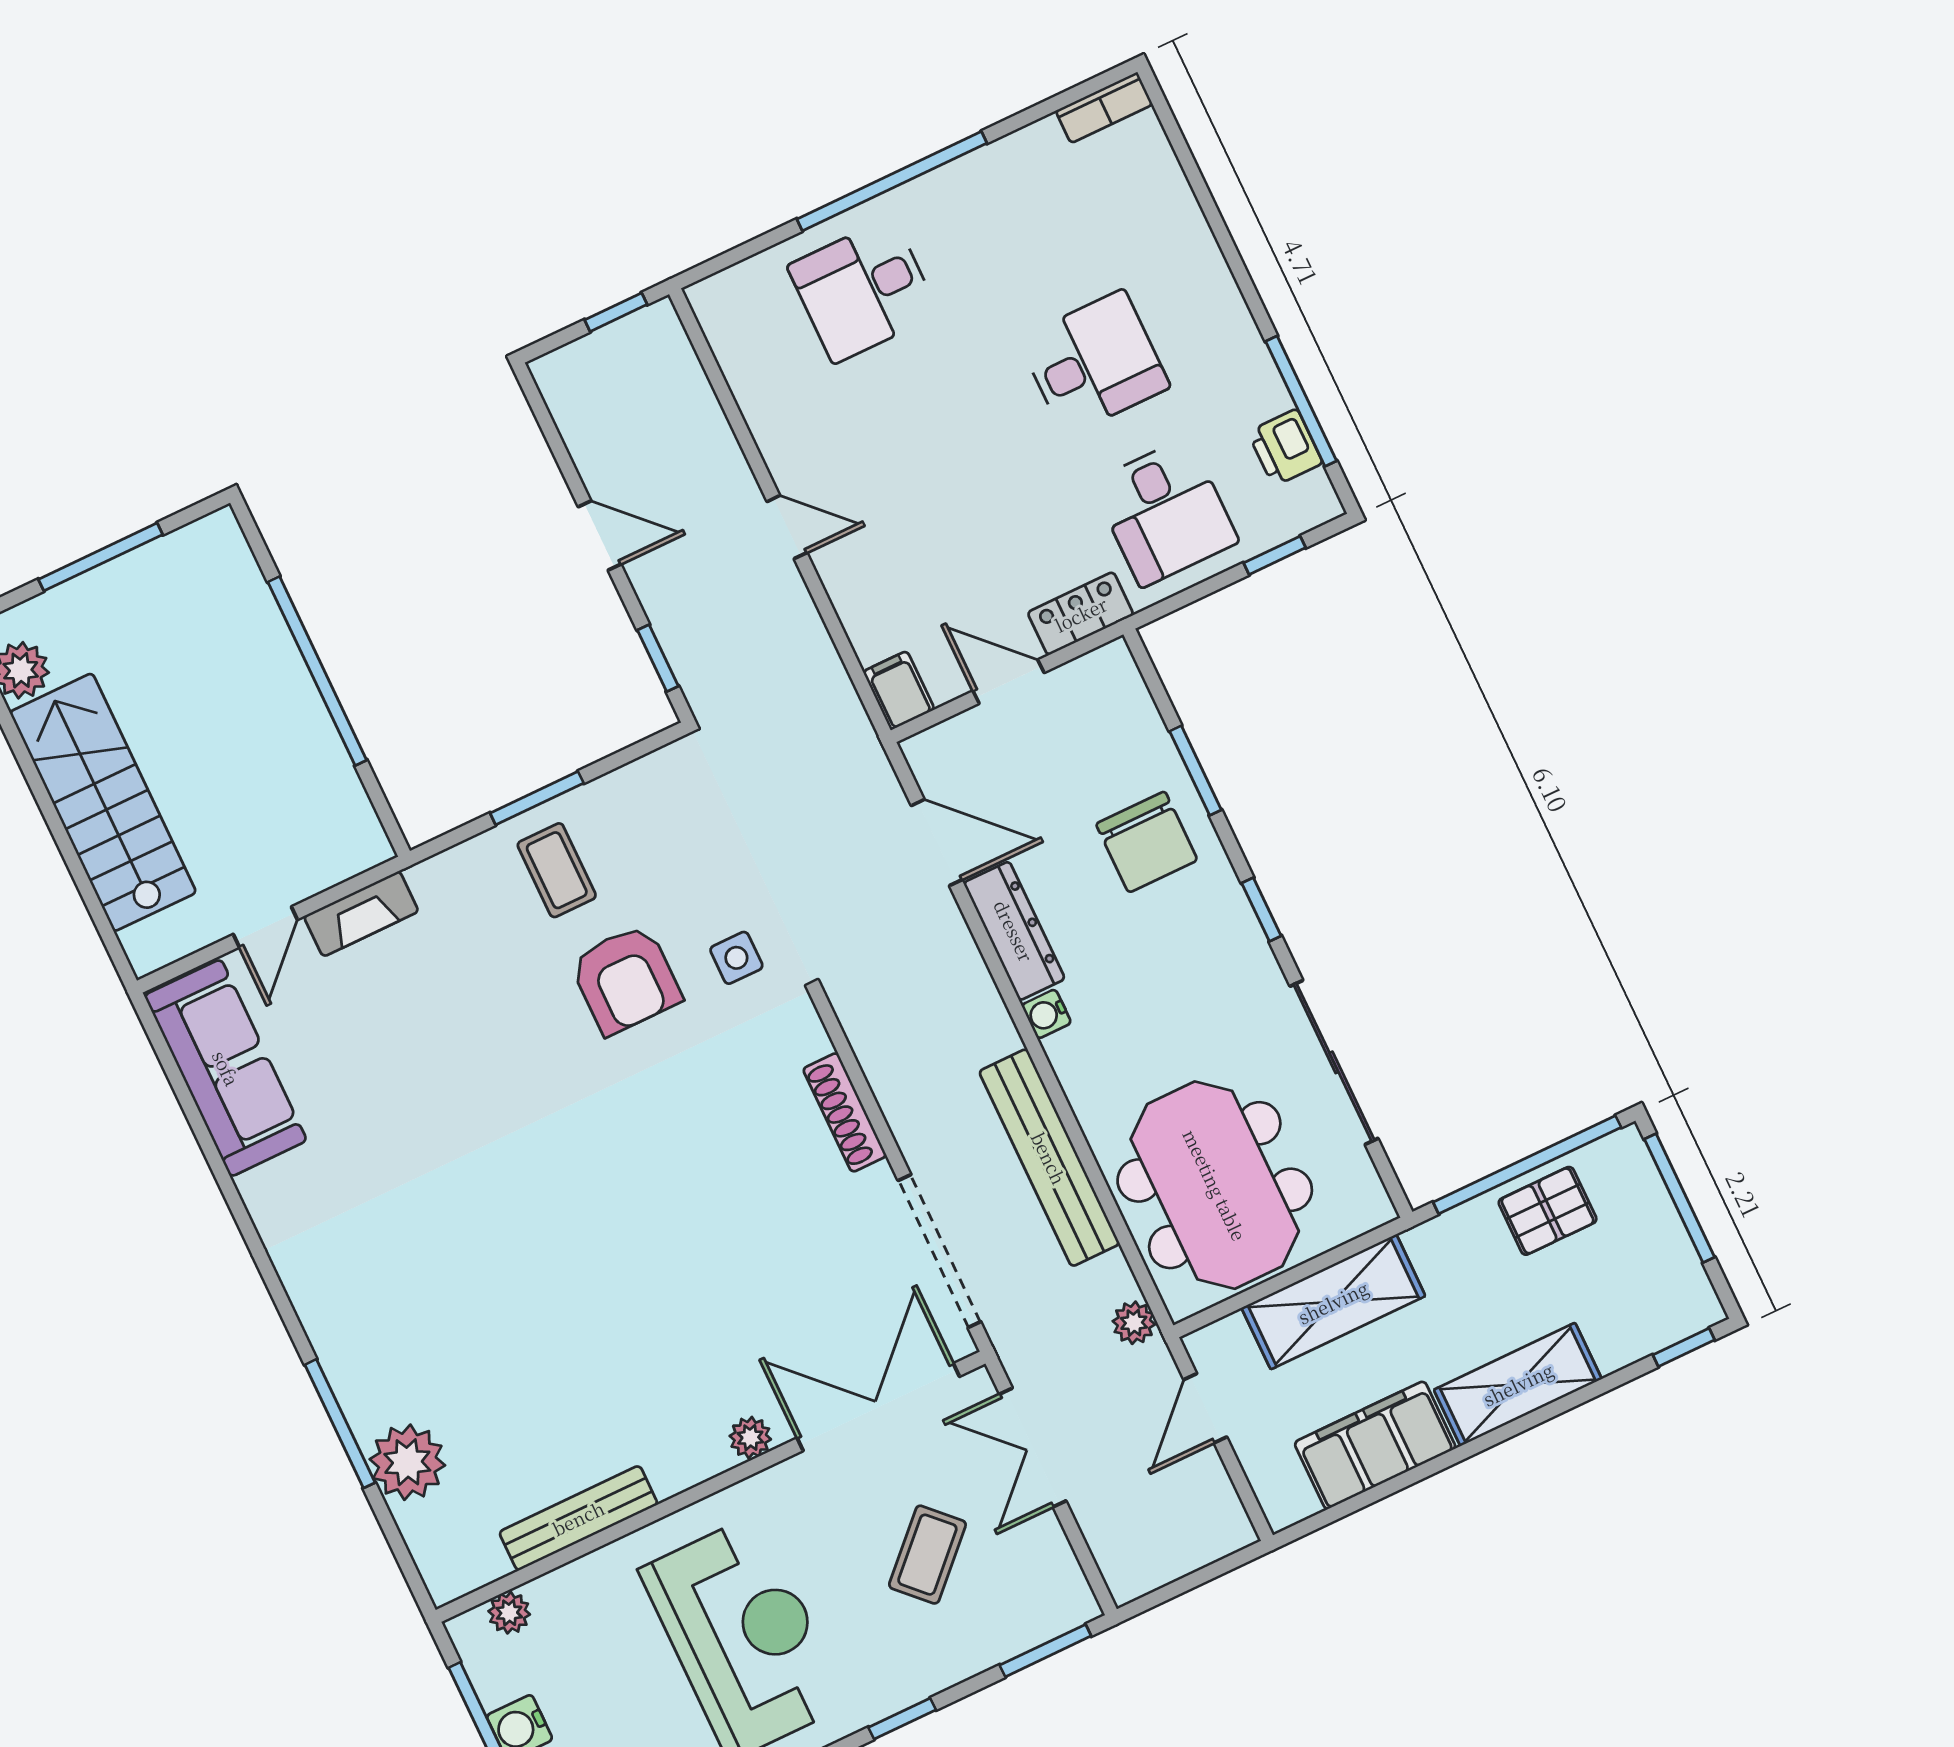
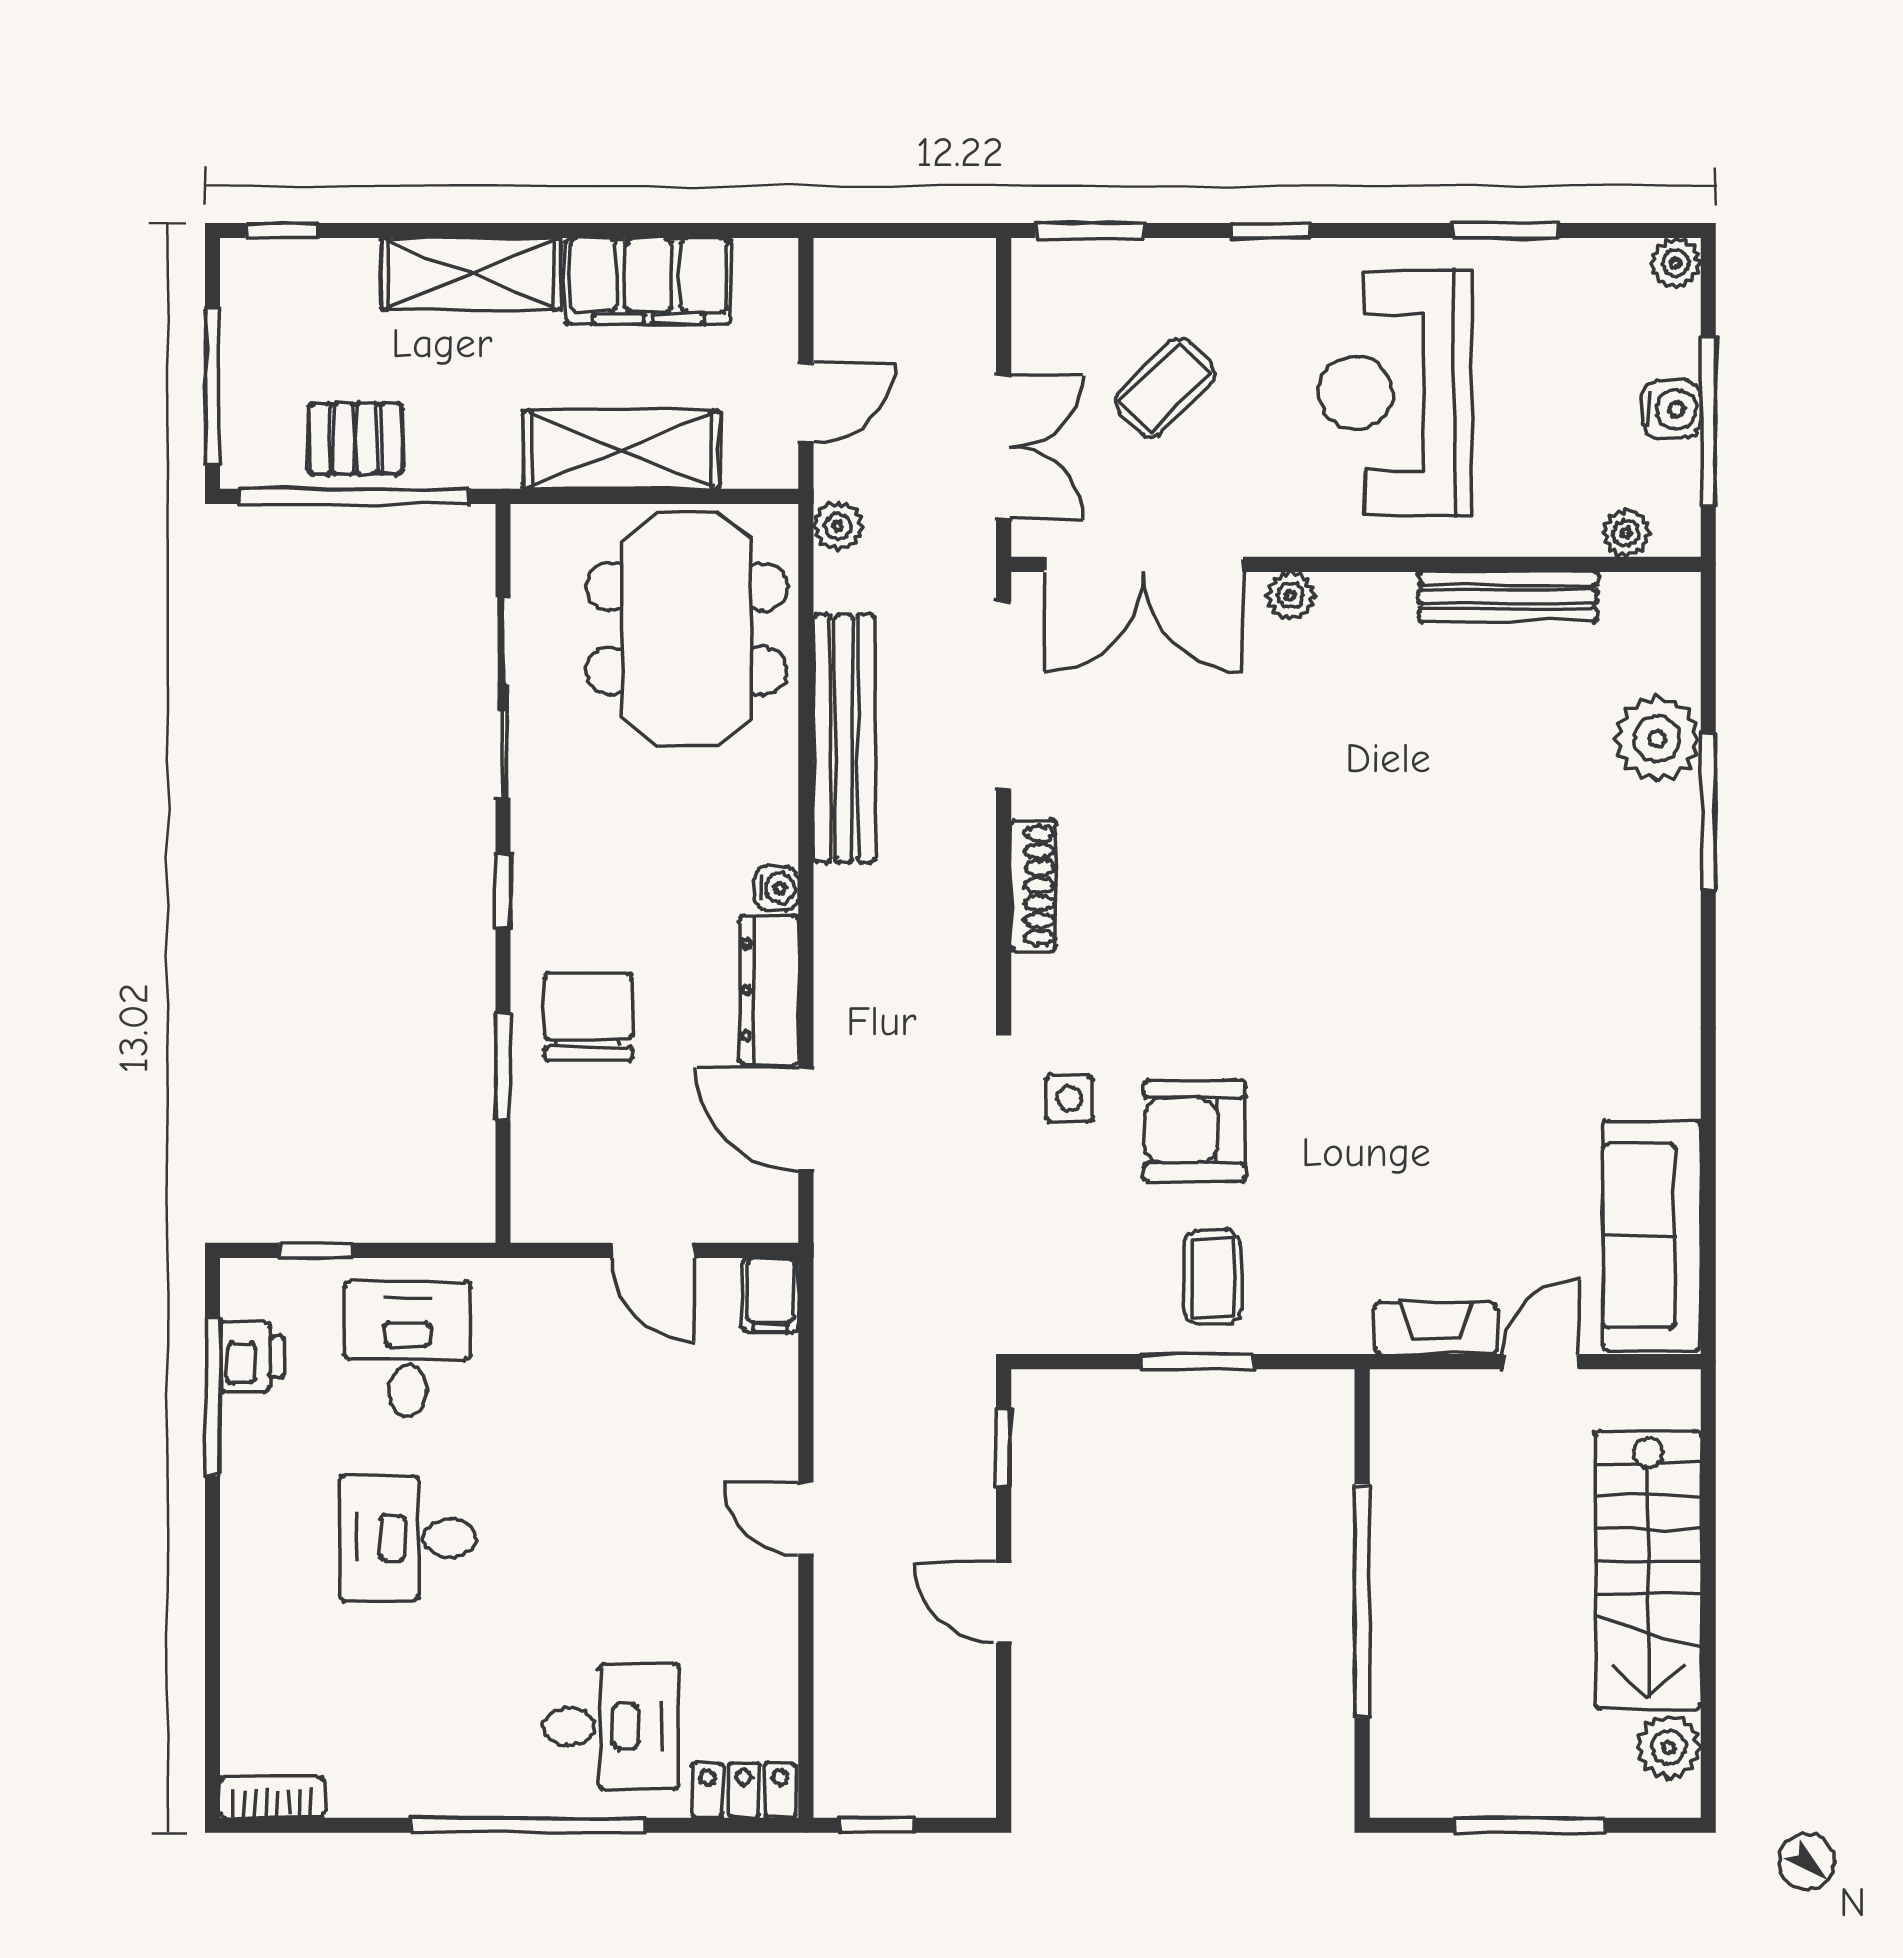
locker: (1081, 614) -> (744, 1790), moved, turned 180
armchair: (626, 979) -> (1195, 1131), turned -90

